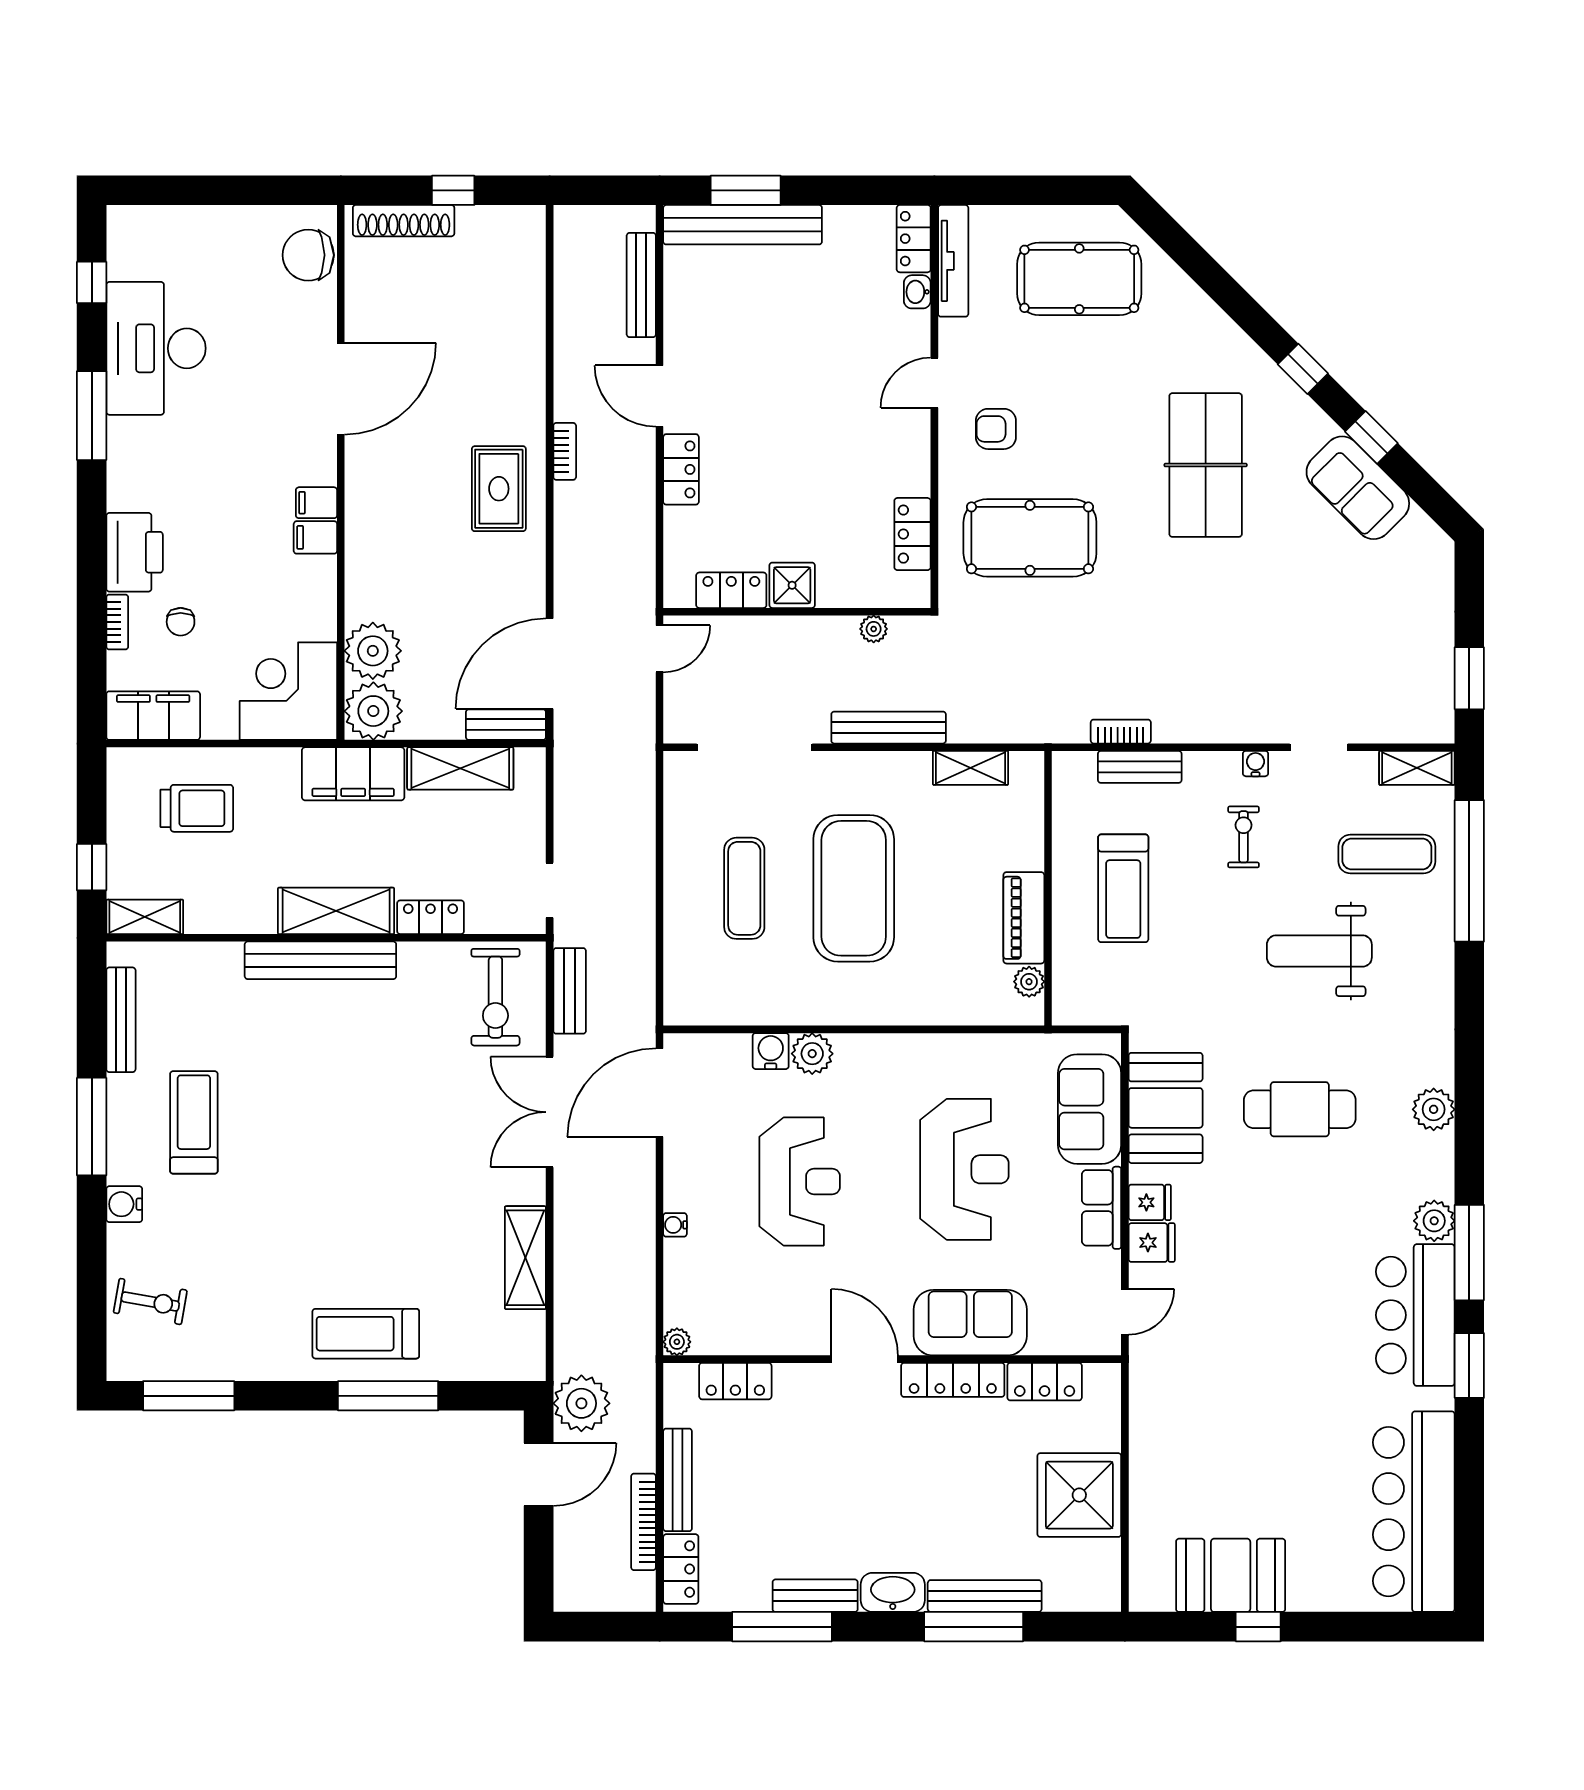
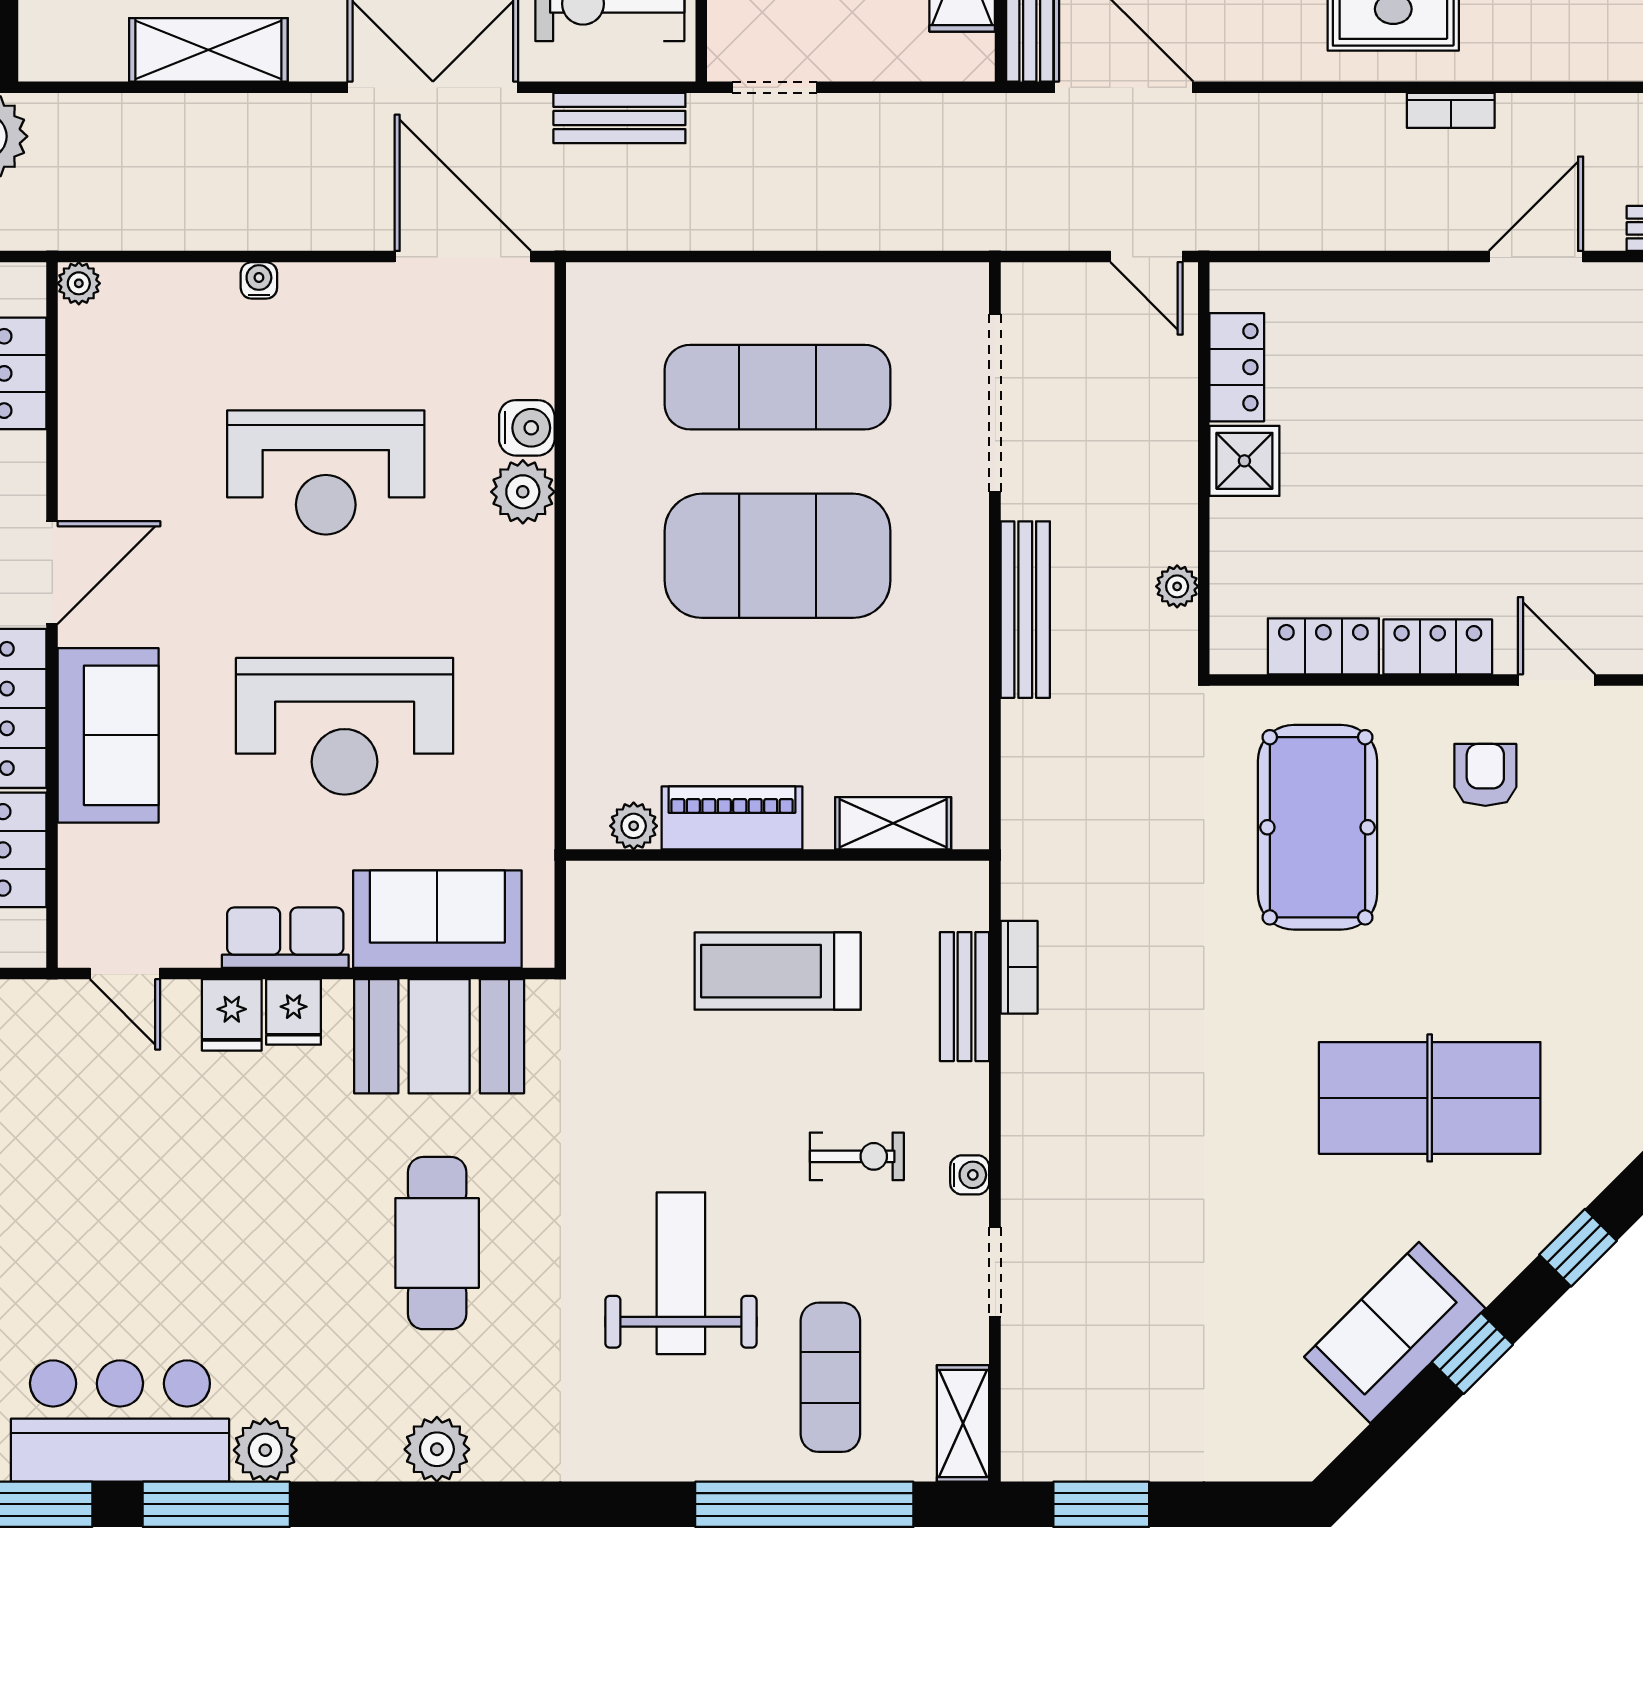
locker: (681, 469) -> (1438, 647), moved, turned 180
shelving: (971, 768) -> (893, 823), moved, turned 90
exercise mat: (744, 888) -> (778, 387), width x1.36, depth x1.45

